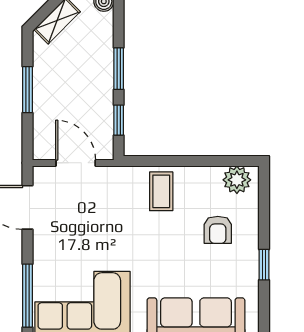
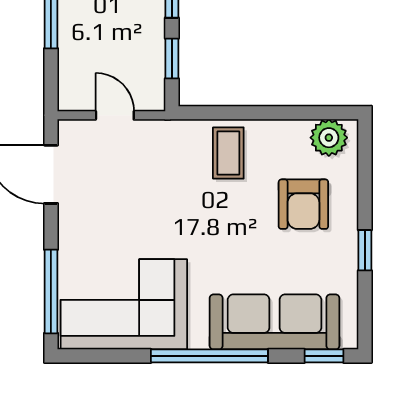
door: (76, 163) -> (115, 115), width x0.73
armchair: (218, 230) -> (303, 204), width x1.38, depth x1.38

